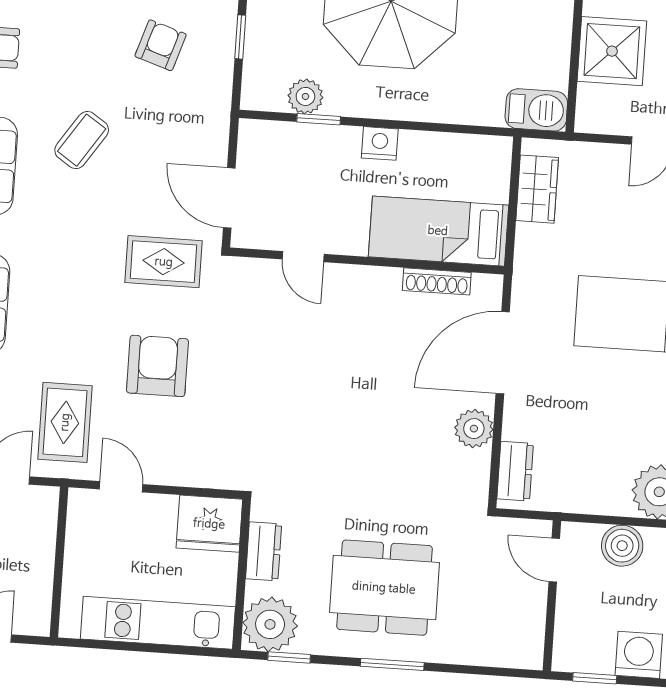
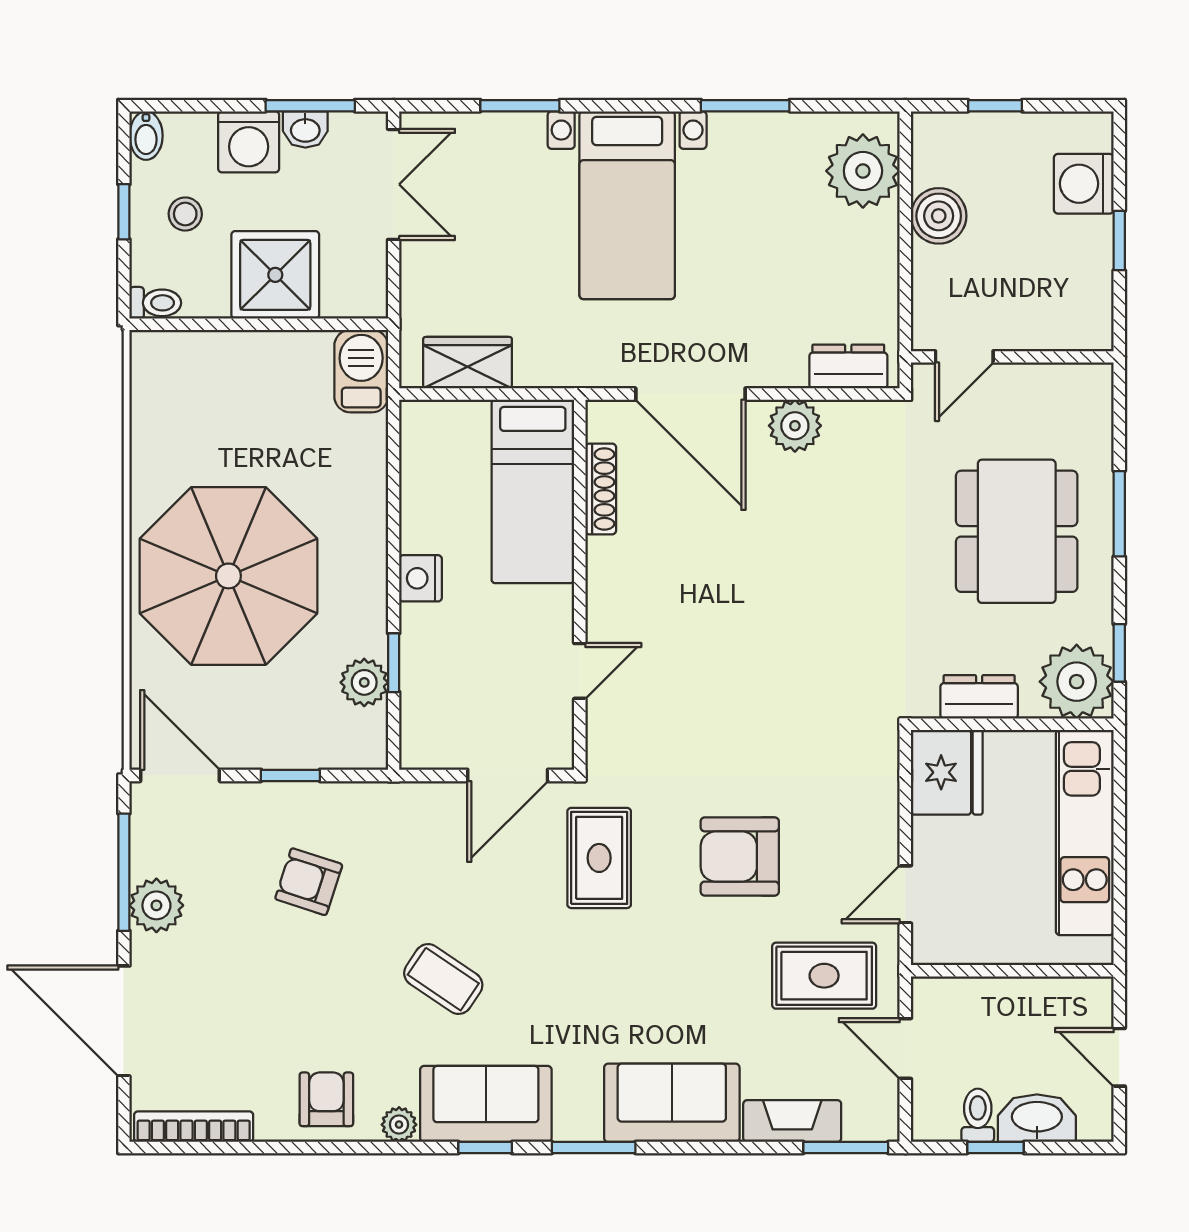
door: (554, 560) -> (964, 357), moved
wall: (552, 596) -> (1012, 357), moved

